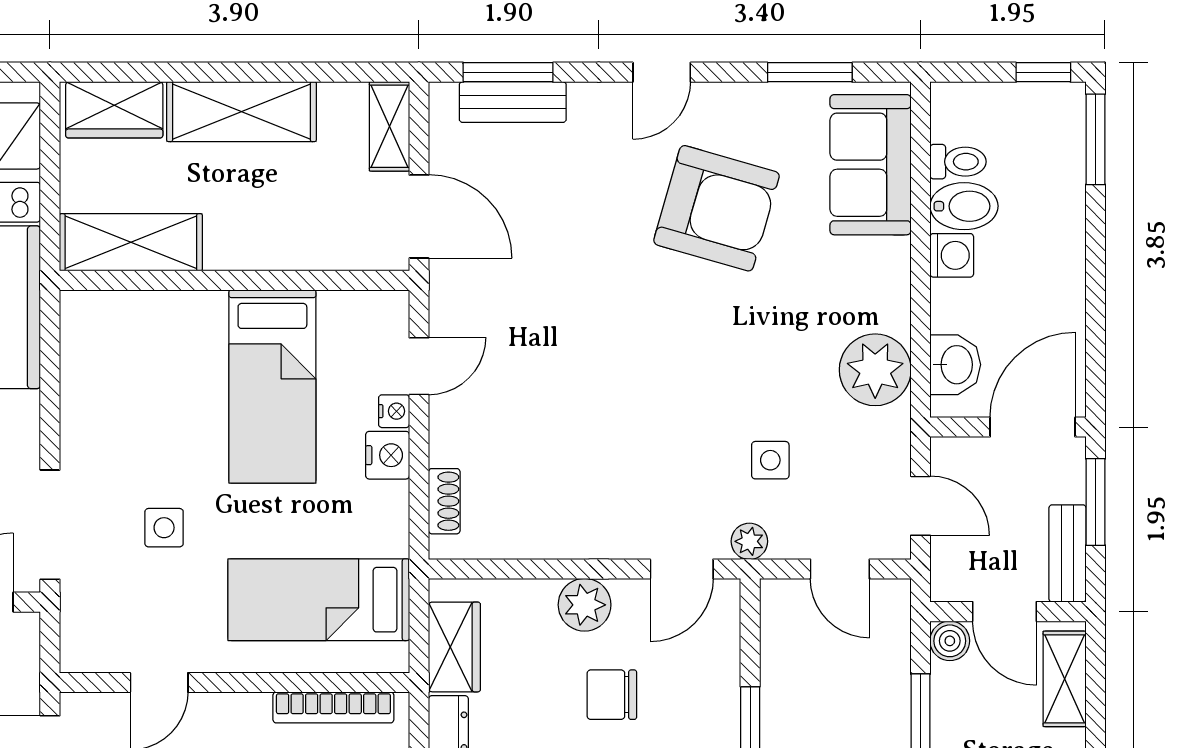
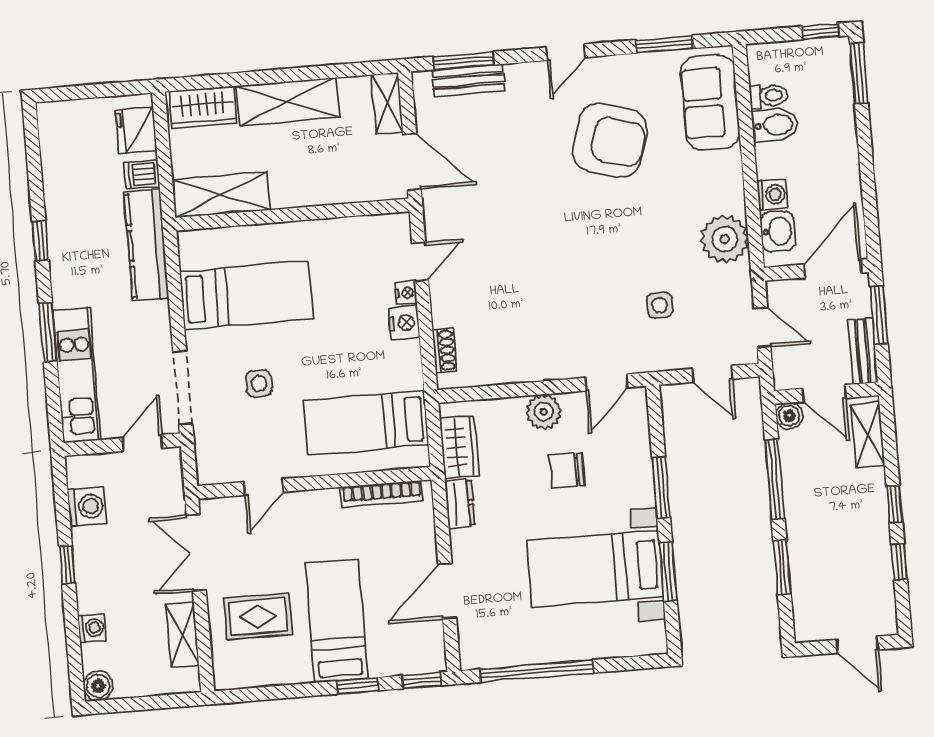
washing machine: (952, 255) -> (772, 194), moved
bed: (272, 387) -> (246, 295), moved, turned -90
plant: (749, 541) -> (650, 360), removed

